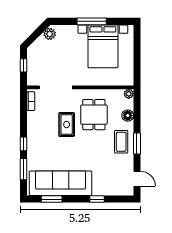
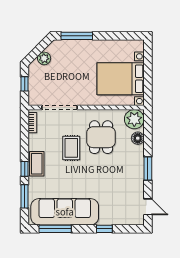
window: (92, 21) -> (77, 36), moved
plant: (50, 34) -> (44, 58), moved
bed with nightstands: (103, 46) -> (121, 79), moved, turned 90
plant: (129, 94) -> (134, 119), width x1.88, depth x1.88
coffee table: (121, 142) -> (37, 164), moved
window: (52, 199) -> (55, 229), width x1.44

